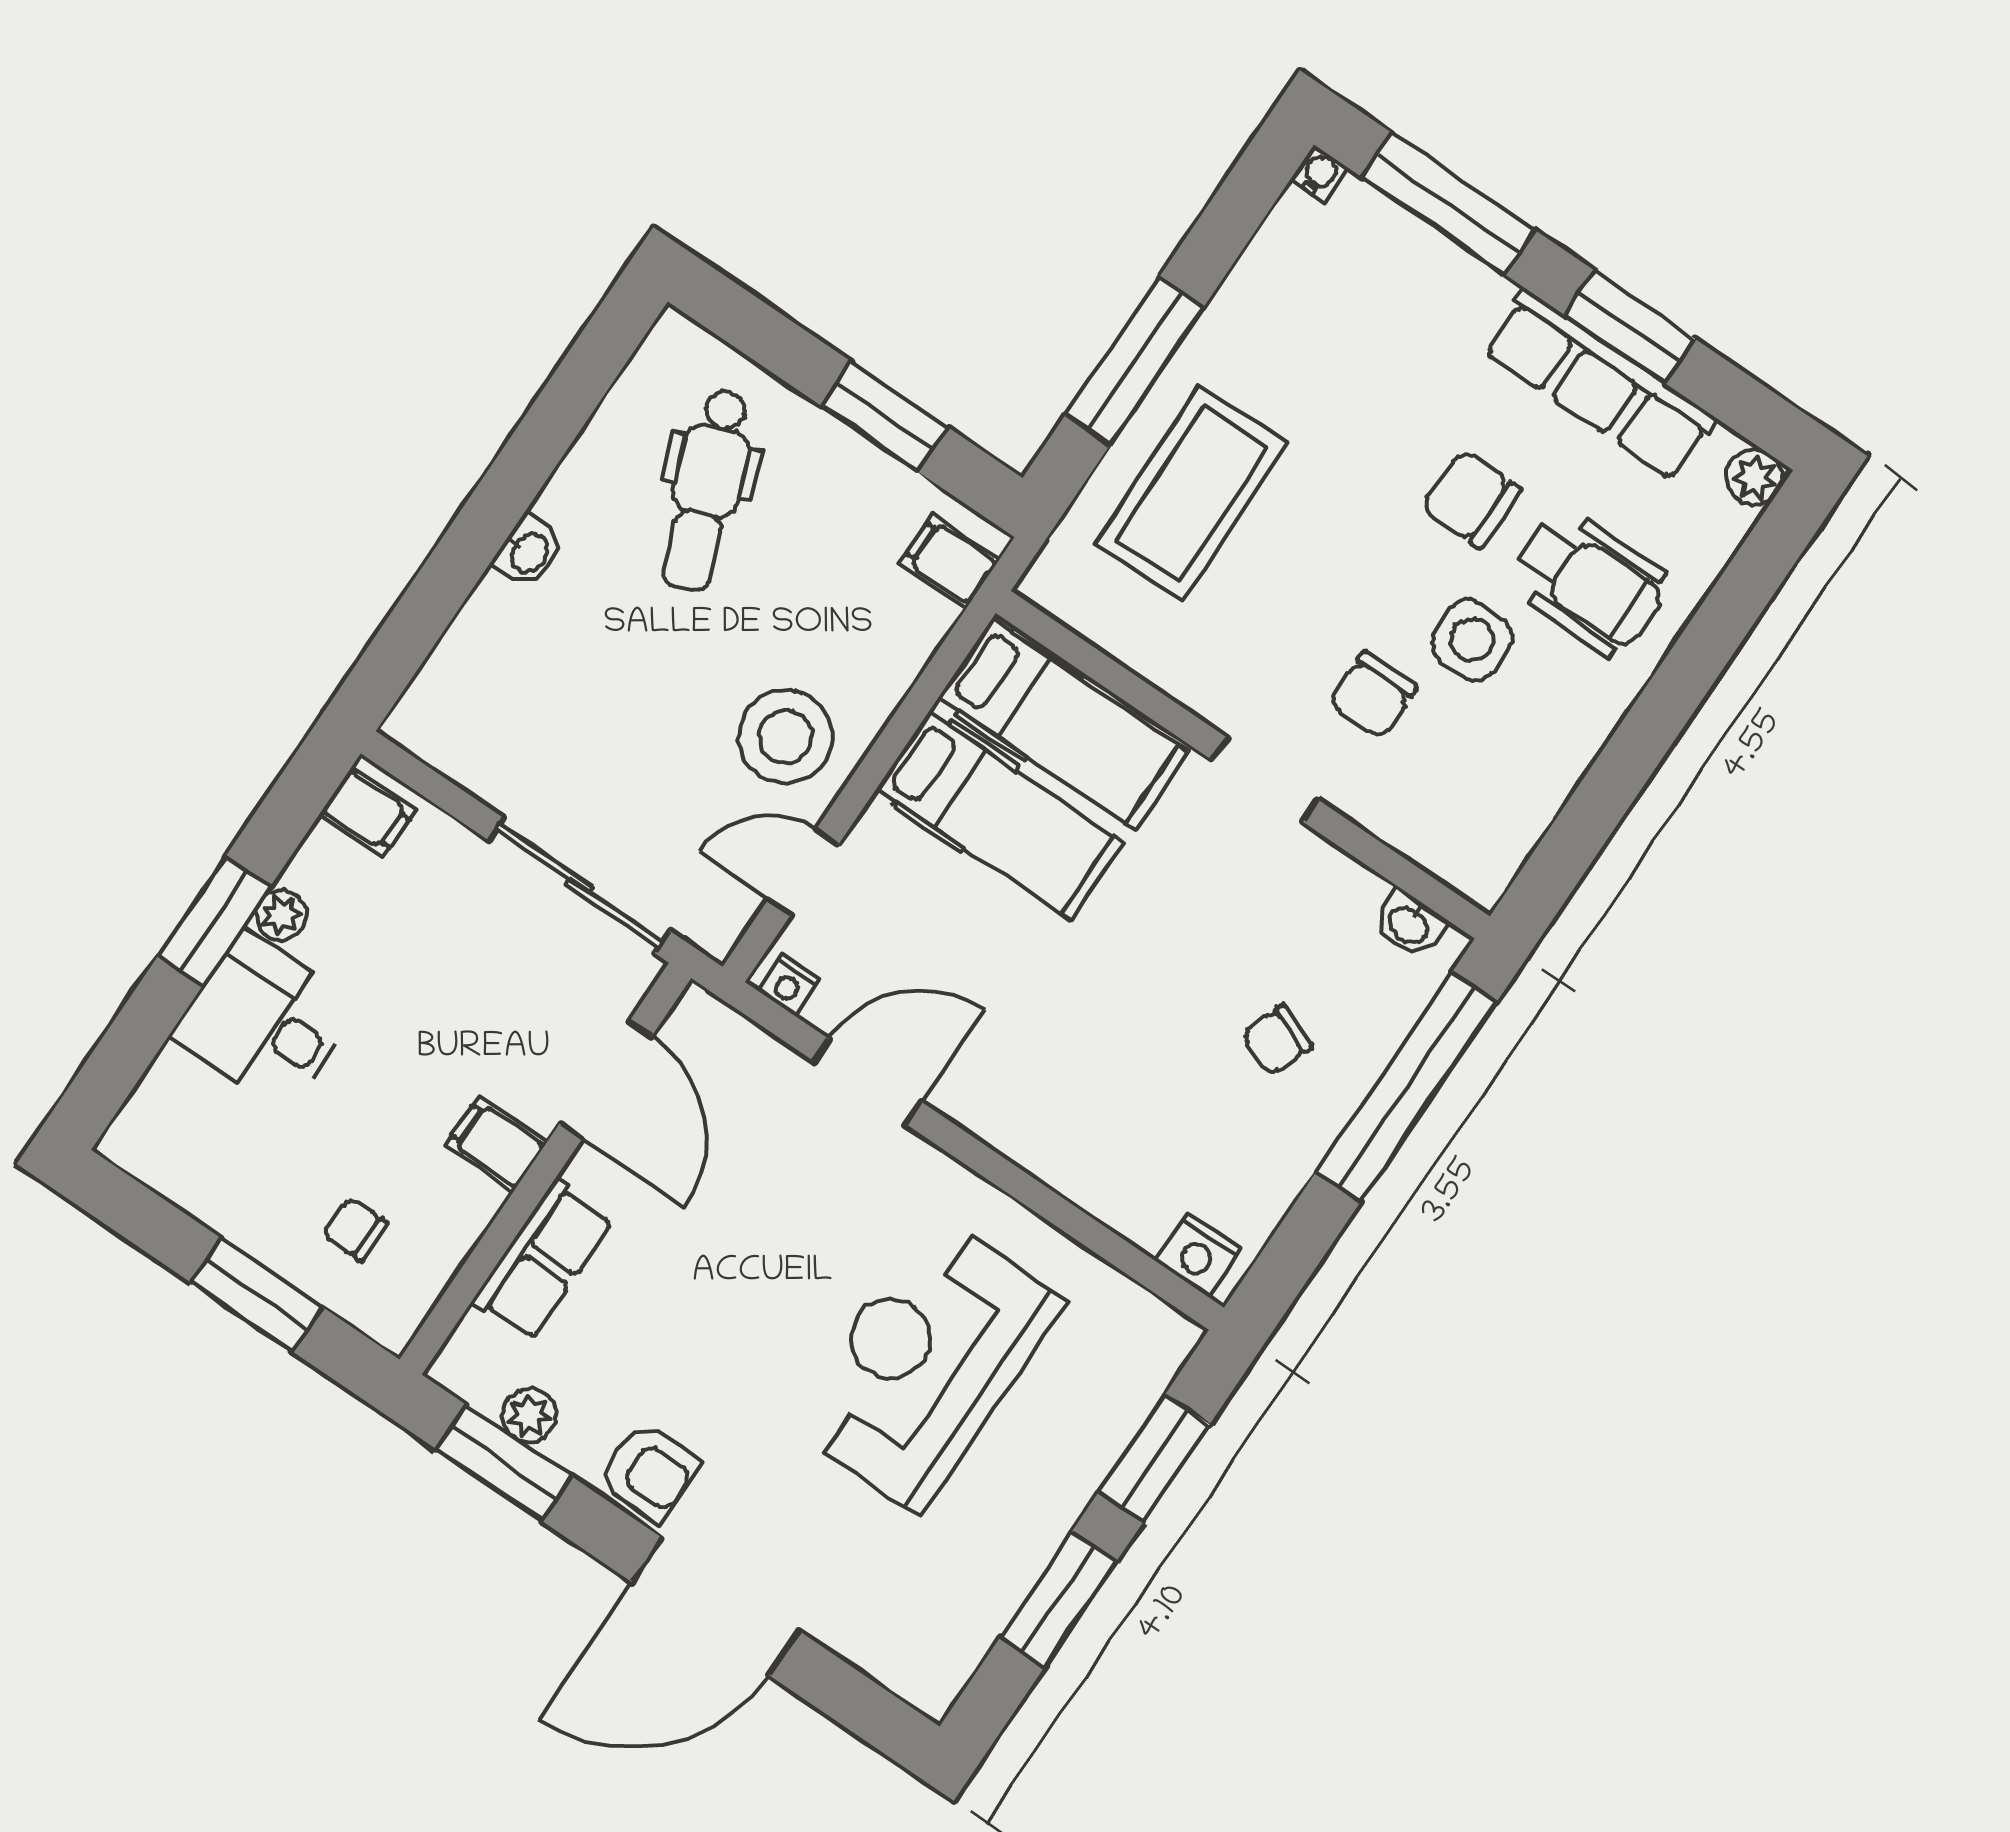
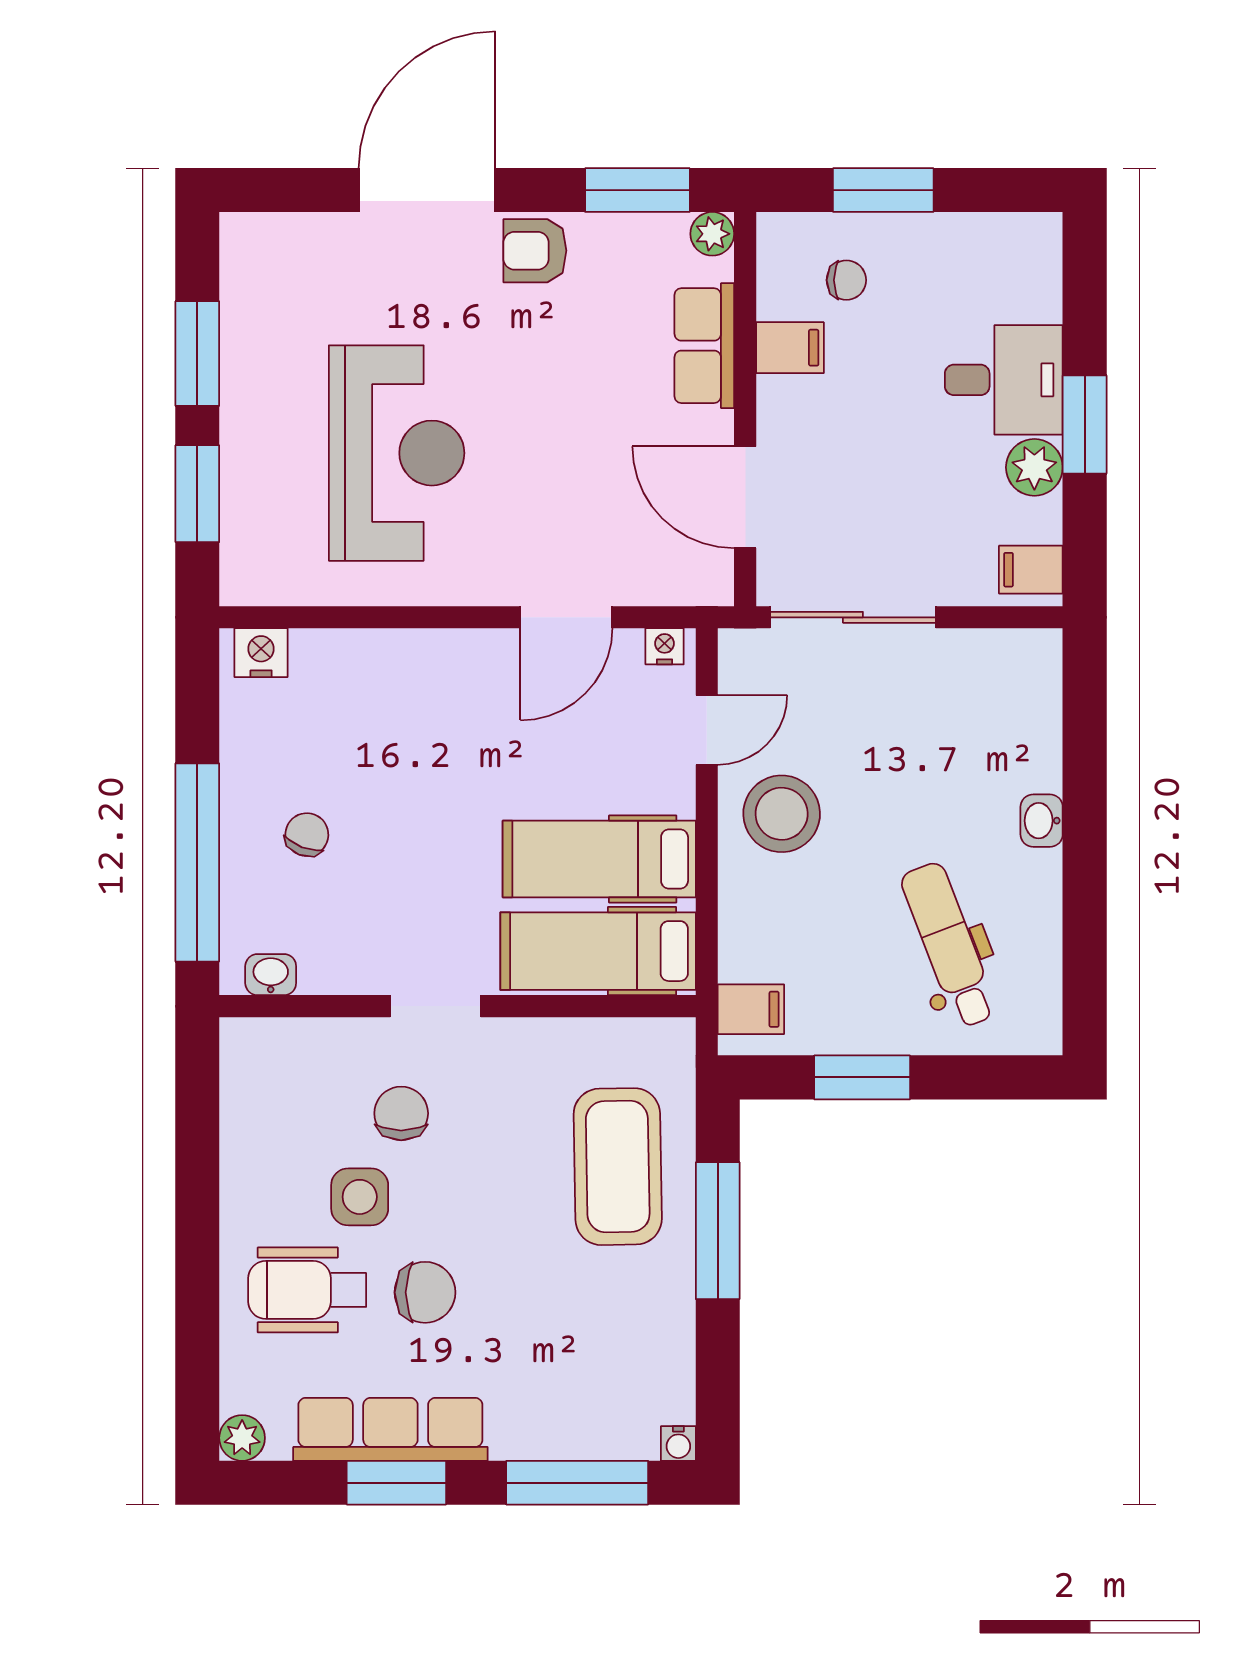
plant: (281, 915) -> (1034, 467), width x1.38, depth x1.38
filing cabinet: (496, 1144) -> (790, 348), moved
plant: (529, 1415) -> (712, 234), moved

